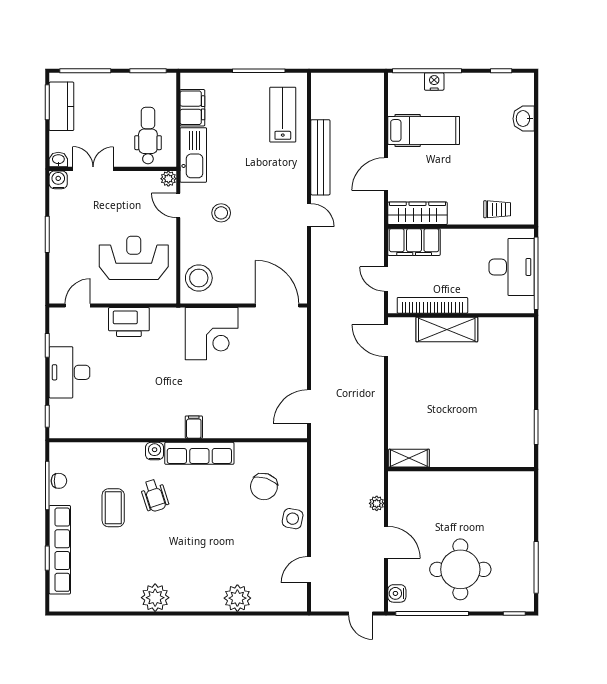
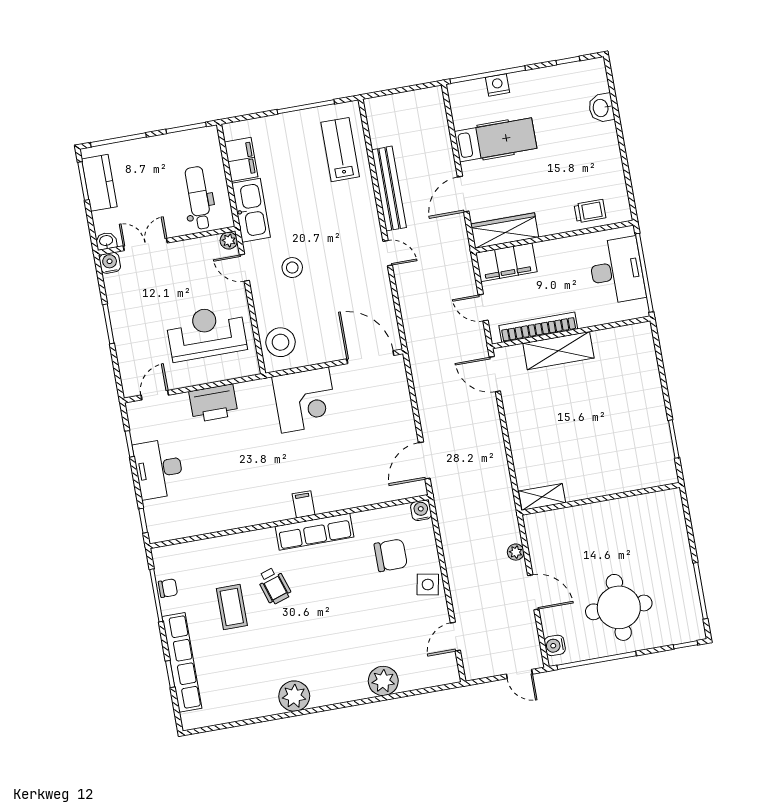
water cooler: (155, 451) -> (421, 510), moved
chair: (264, 487) -> (391, 555), turned -108

